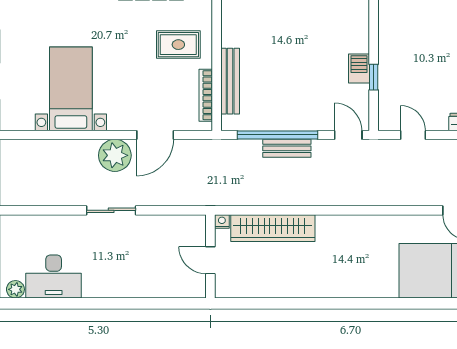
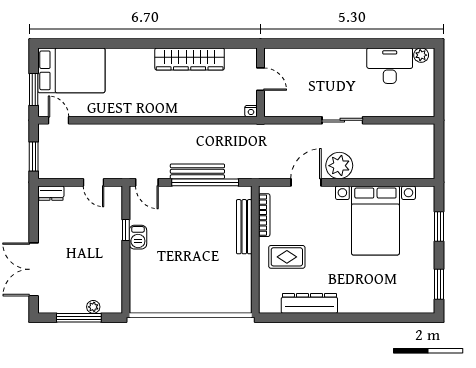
bed with nightstands: (71, 89) -> (375, 220), width x1.36
bench: (287, 148) -> (197, 171), width x1.36
wardrobe: (273, 228) -> (190, 59), moved, turned 180

